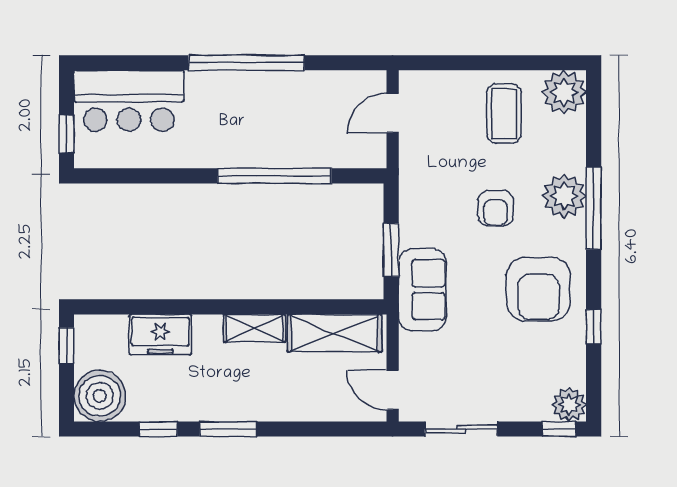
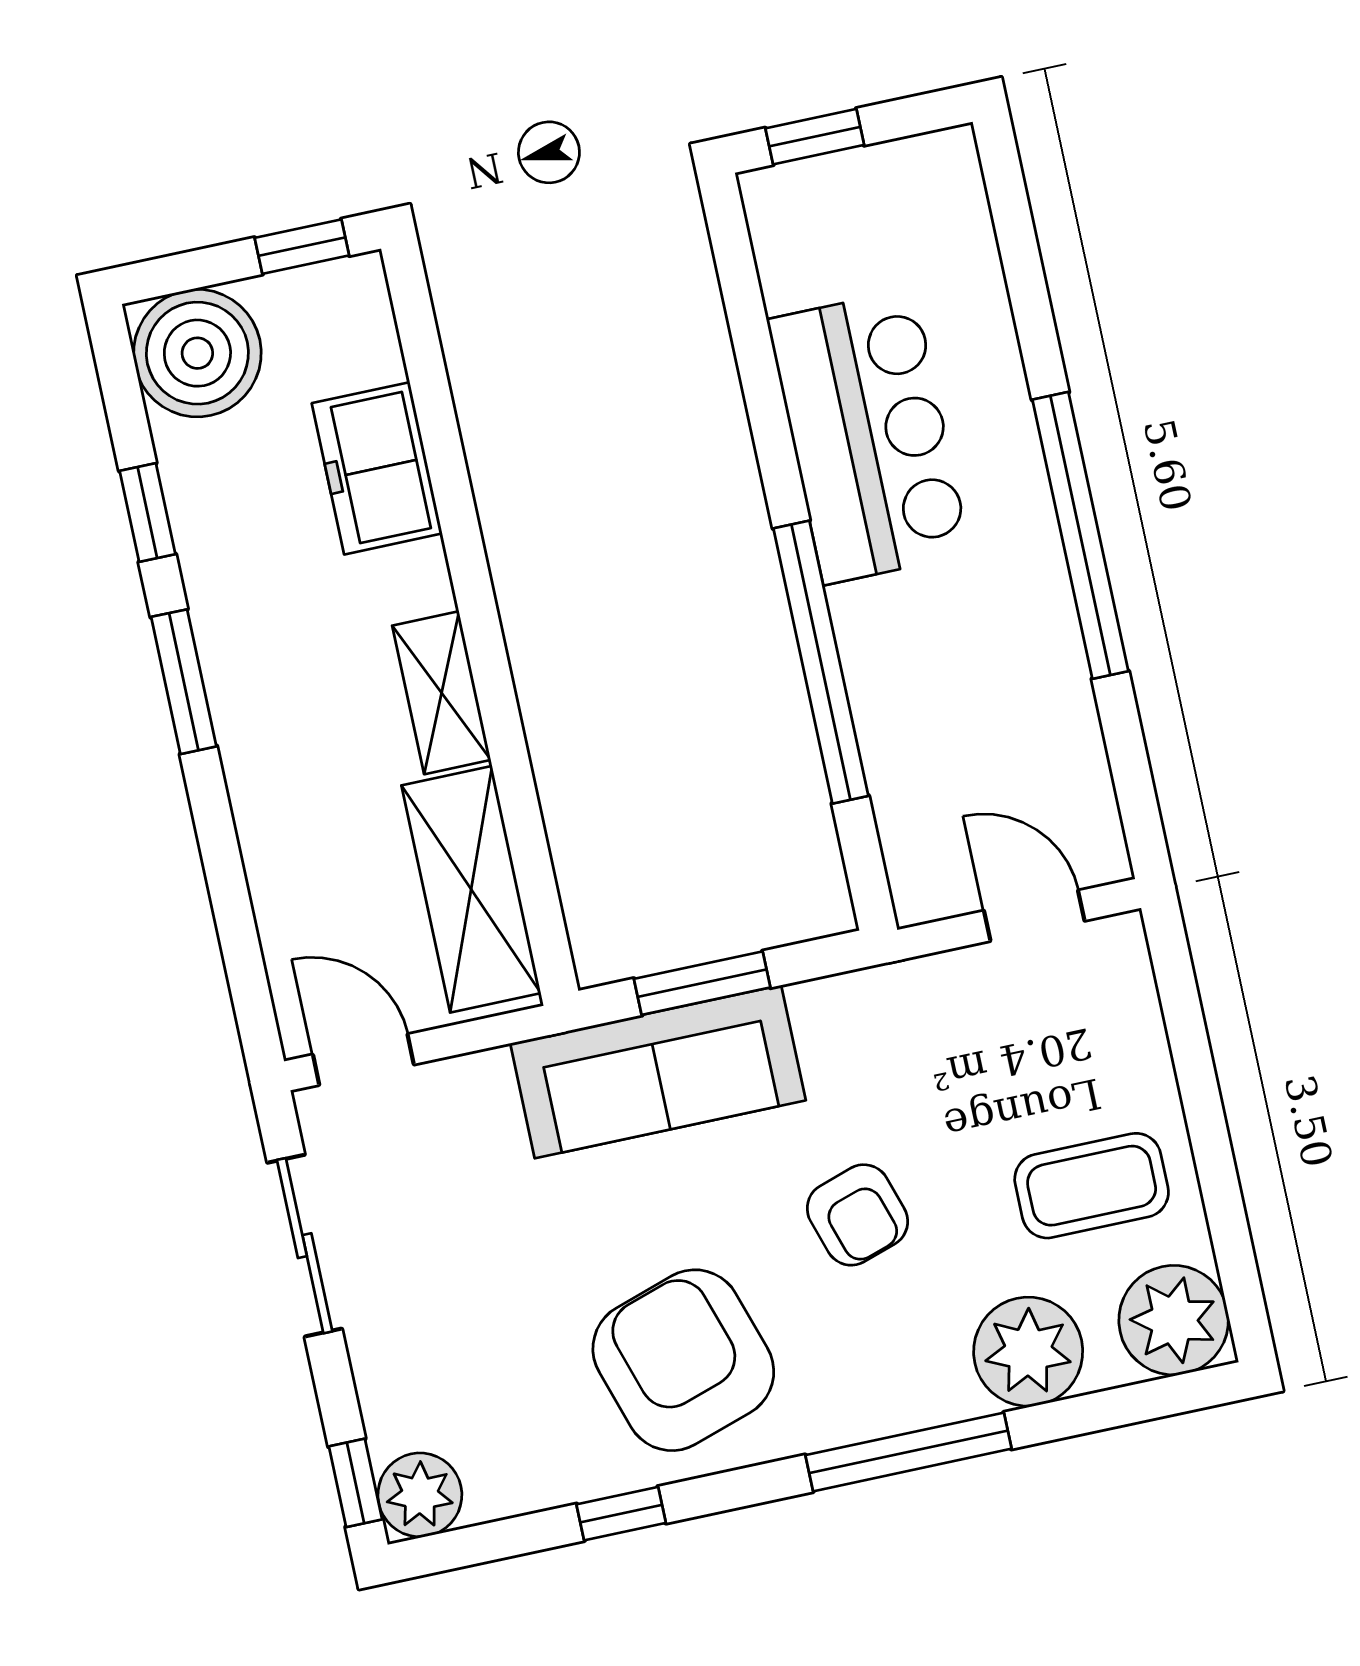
bar counter: (129, 101) -> (869, 437), moved, turned 180
plant: (564, 196) -> (1028, 1352), moved
armchair: (496, 208) -> (857, 1215), turned -108
armchair: (538, 289) -> (683, 1360), turned 72
sofa: (422, 290) -> (658, 1072), width x1.36
door: (393, 390) -> (363, 1060), hinge flipped

